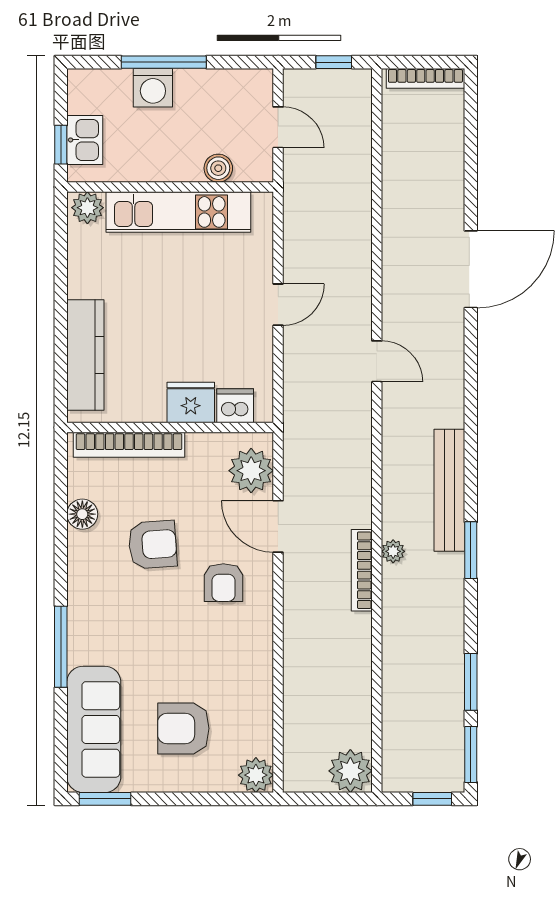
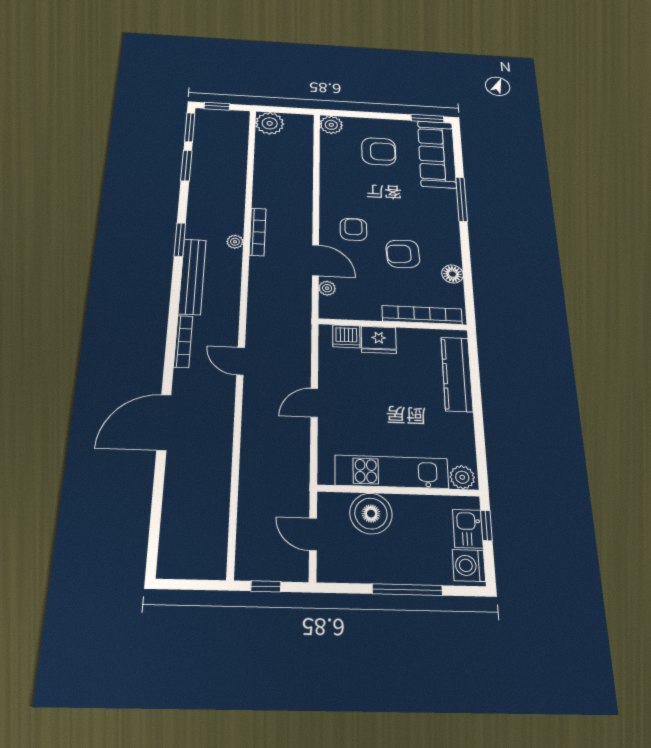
bookcase: (425, 78) -> (183, 341), moved, turned 90
washing machine: (153, 88) -> (469, 565), moved, turned -90
boiler: (218, 168) -> (371, 514), width x1.86, depth x1.86
plant: (251, 471) -> (327, 288), width x0.53, depth x0.53

